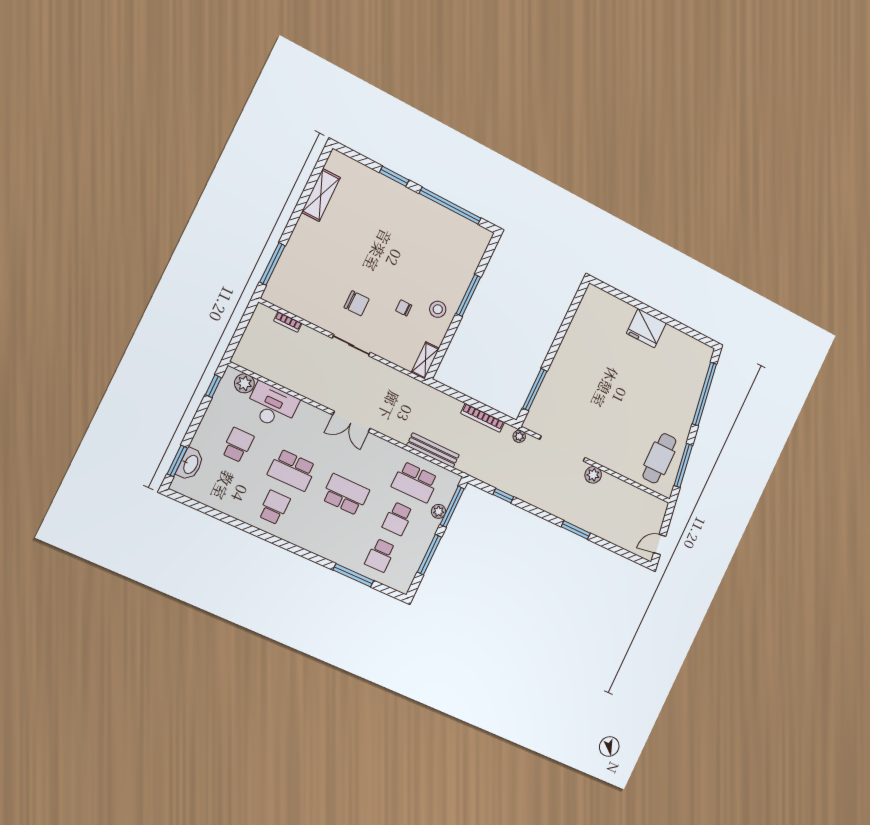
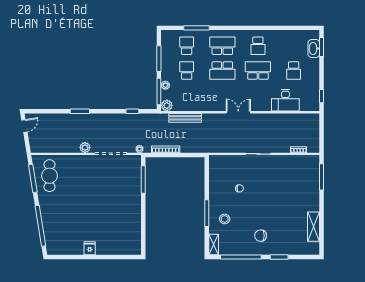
chair: (357, 303) -> (261, 236), moved
stool: (438, 309) -> (225, 219), moved
fridge: (646, 328) -> (90, 248), width x0.53, depth x0.75
shelving: (425, 360) -> (214, 245), moved
plant: (244, 383) -> (167, 105), moved
school desk: (415, 482) -> (222, 46), moved

